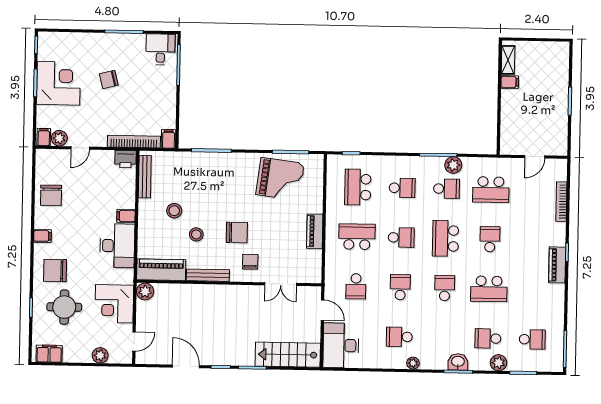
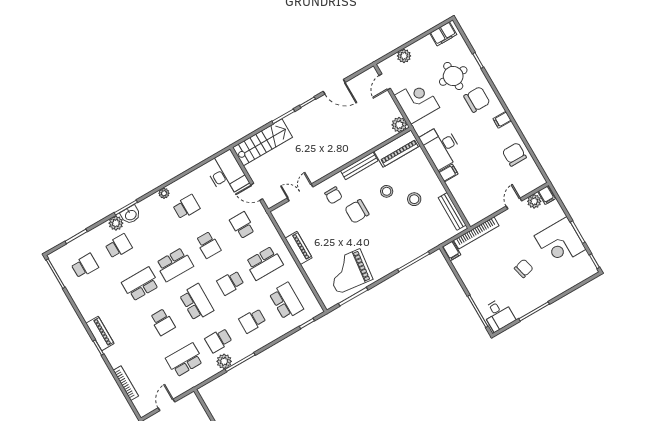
printer: (126, 159) -> (475, 216), removed
school desk: (445, 288) -> (174, 264), width x1.85
school desk: (532, 339) -> (85, 266), turned 180
plant: (498, 363) -> (116, 223), moved

